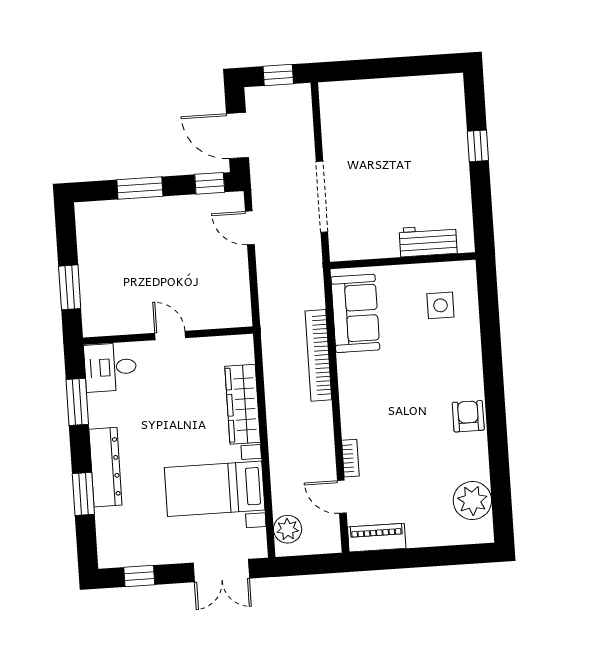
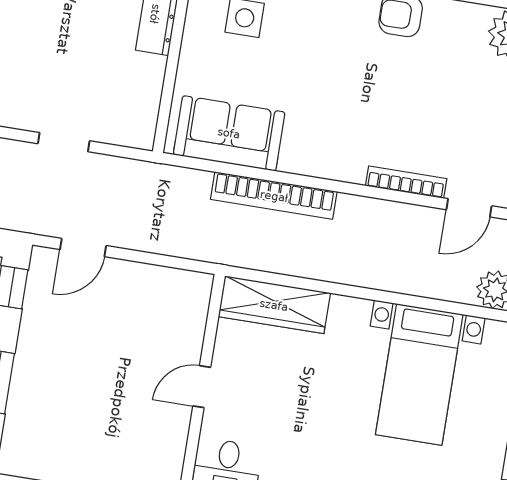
doorway: (322, 197) -> (64, 142), width x0.53
wardrobe: (243, 404) -> (274, 305), moved
bookcase: (350, 458) -> (406, 182), width x1.56

